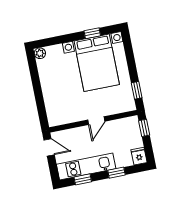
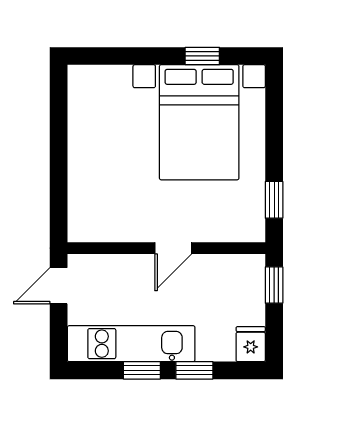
plant: (40, 53) -> (80, 77), removed
door: (49, 147) -> (59, 286), swing flipped
window: (83, 179) -> (142, 370), moved

